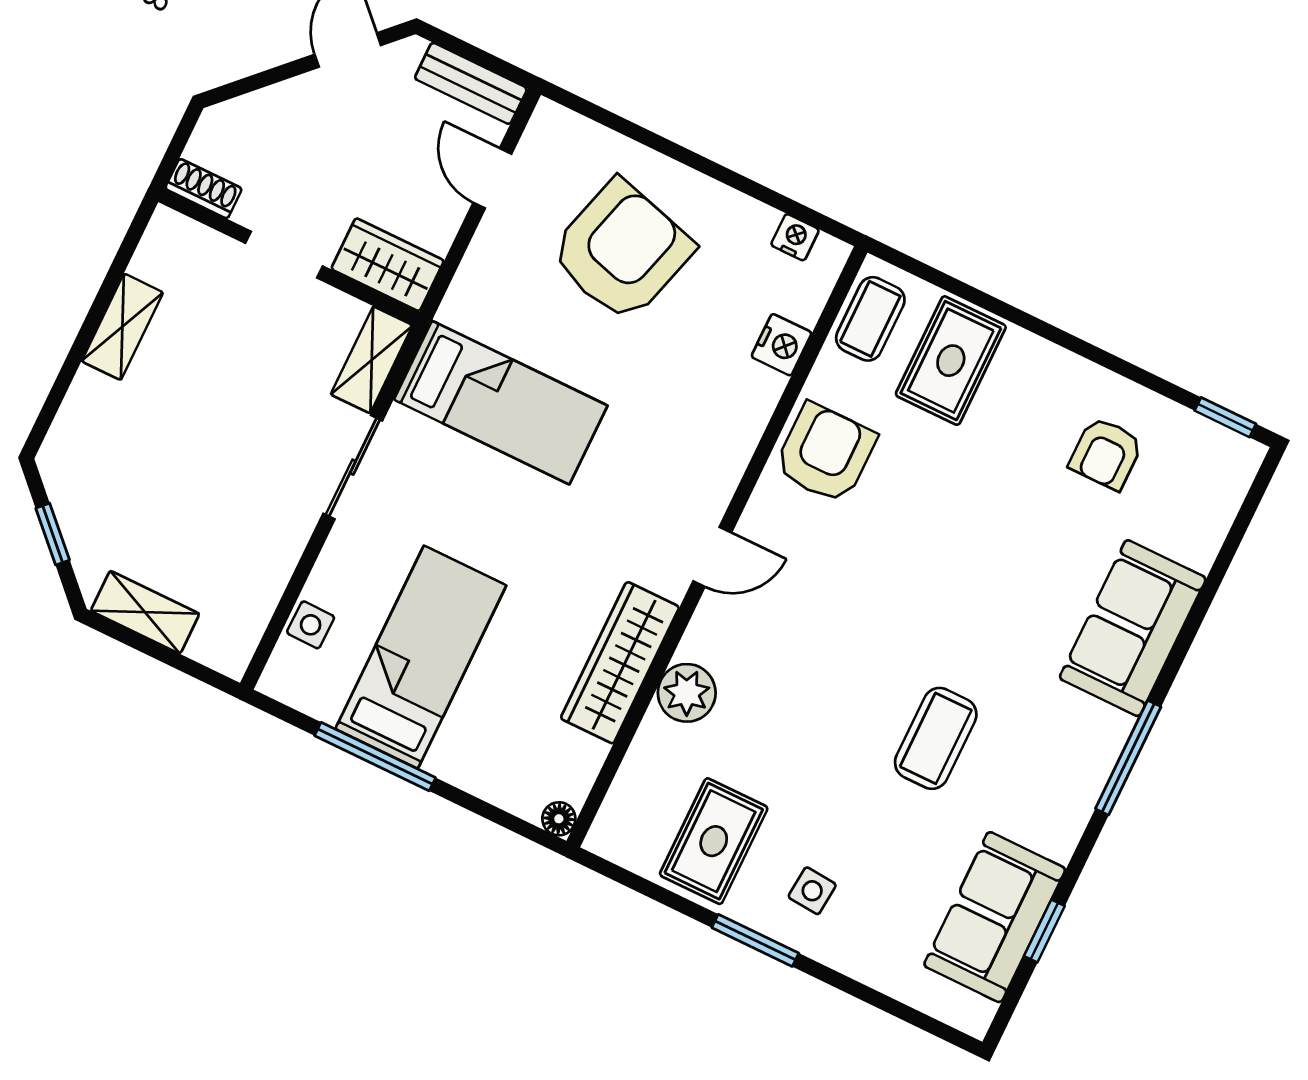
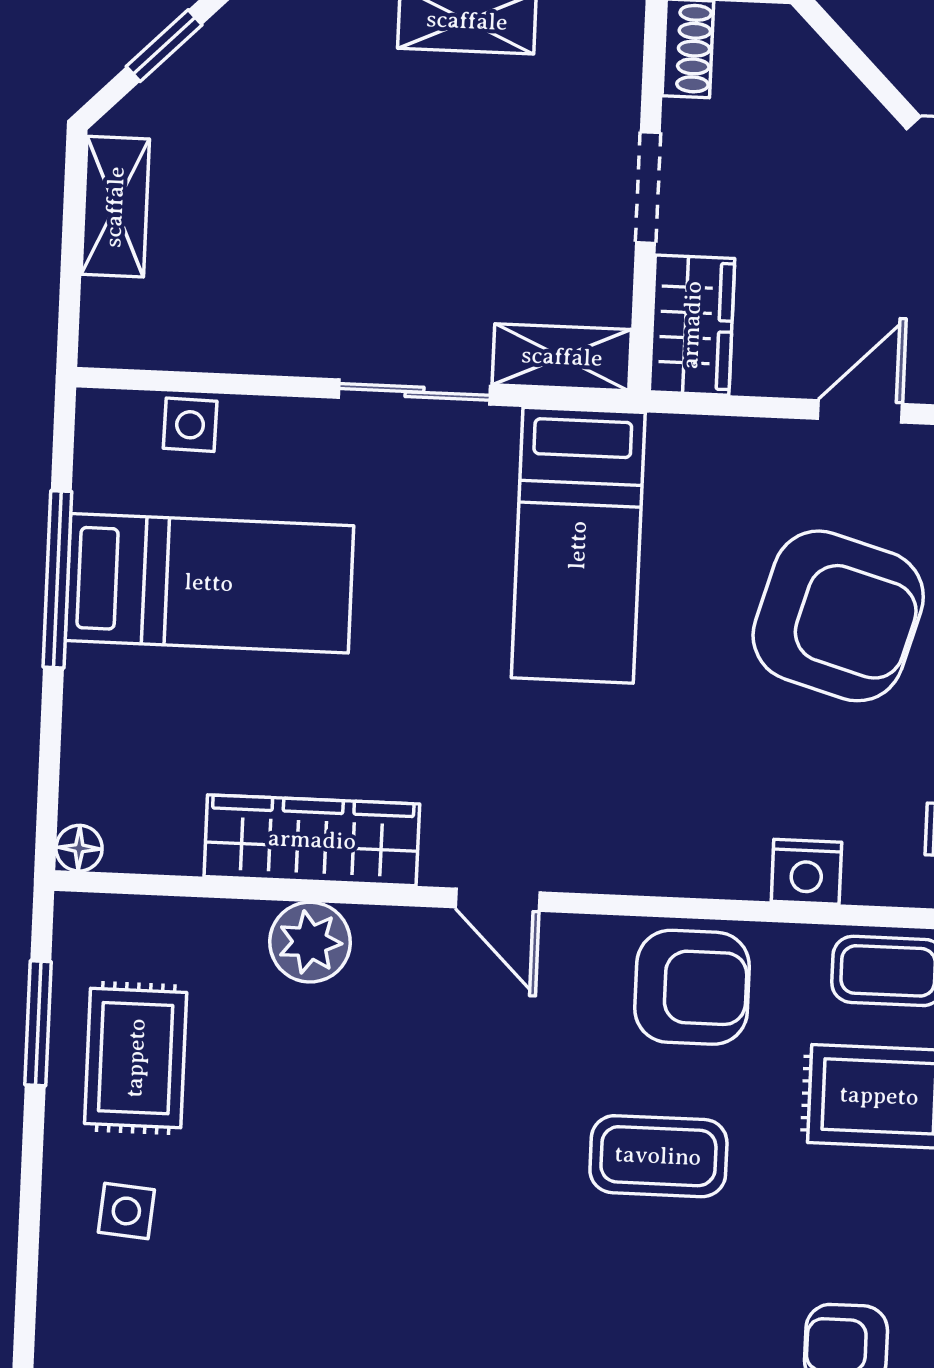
coffee table: (936, 738) -> (658, 1156), moved
rug: (714, 841) -> (136, 1058), turned 90
window: (755, 940) -> (38, 1023), moved

